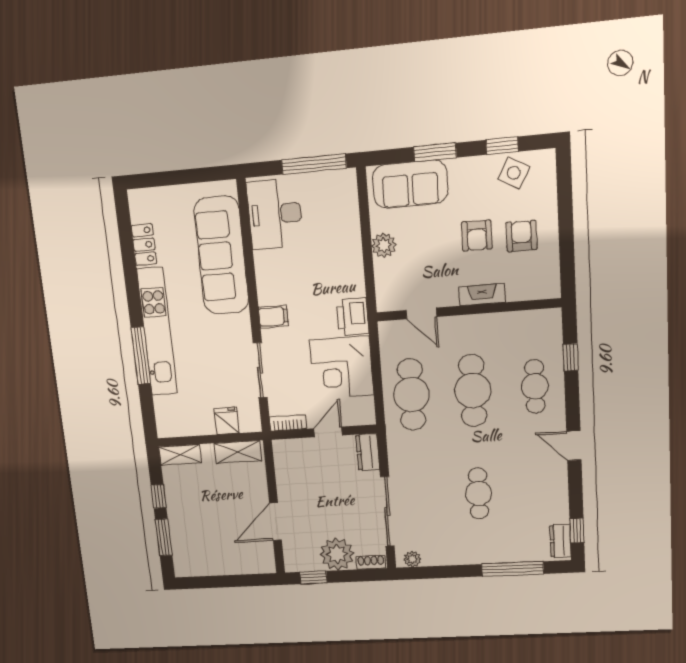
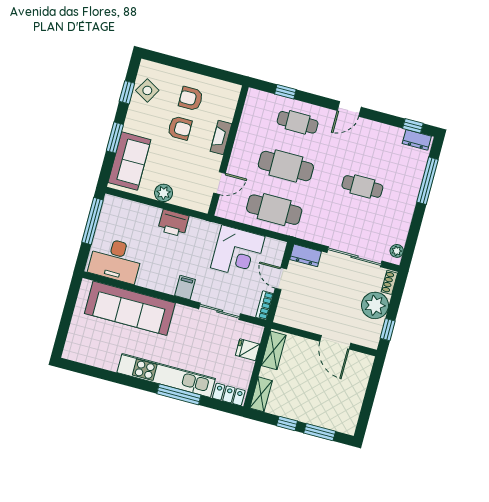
locker: (144, 245) -> (229, 394), moved
printer: (353, 317) -> (173, 223), moved

